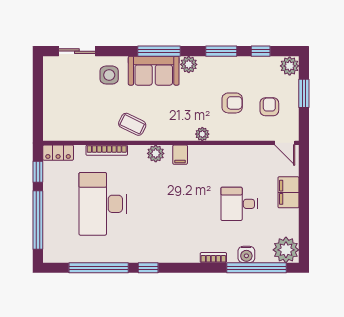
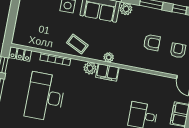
plant: (202, 134) -> (109, 57), moved
filing cabinet: (180, 155) -> (107, 72), width x2.00

